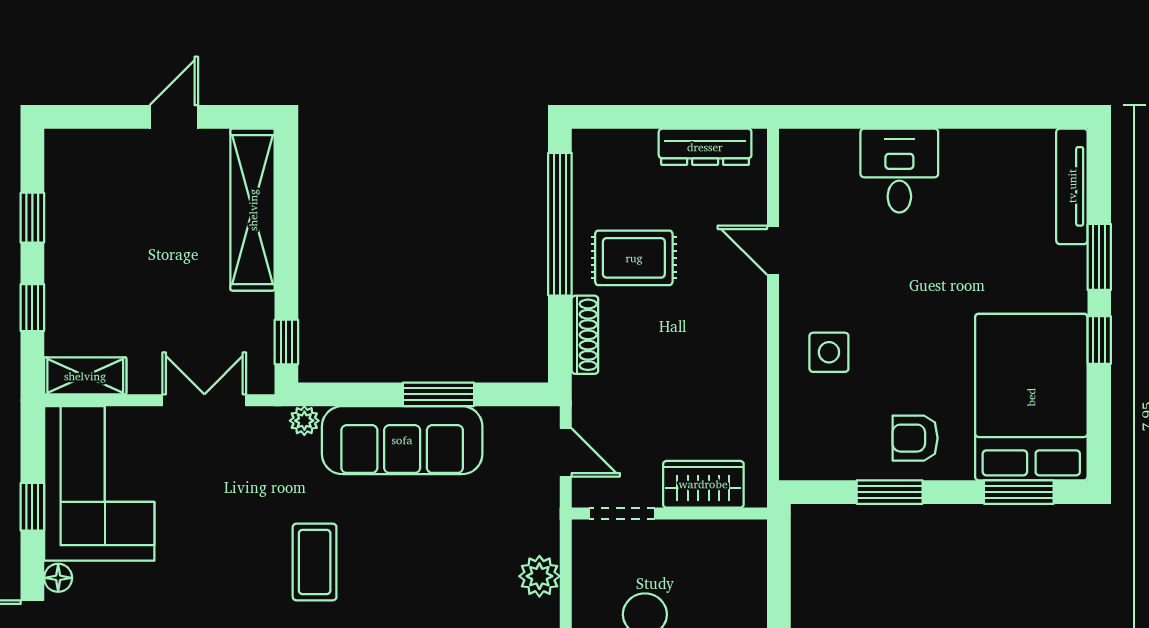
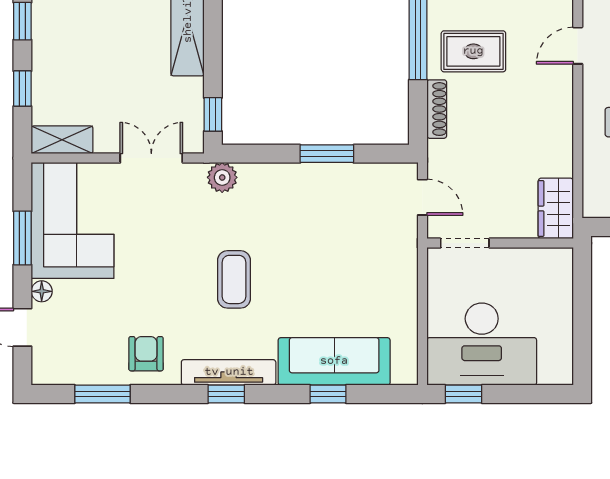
door: (773, 250) -> (578, 46), hinge flipped
plant: (304, 421) -> (222, 177), width x1.38, depth x1.38
sofa: (402, 440) -> (300, 188), removed
wardrobe: (703, 484) -> (556, 208), moved, turned -90
window: (32, 507) -> (22, 238), width x1.50
plant: (539, 576) -> (403, 290), removed

